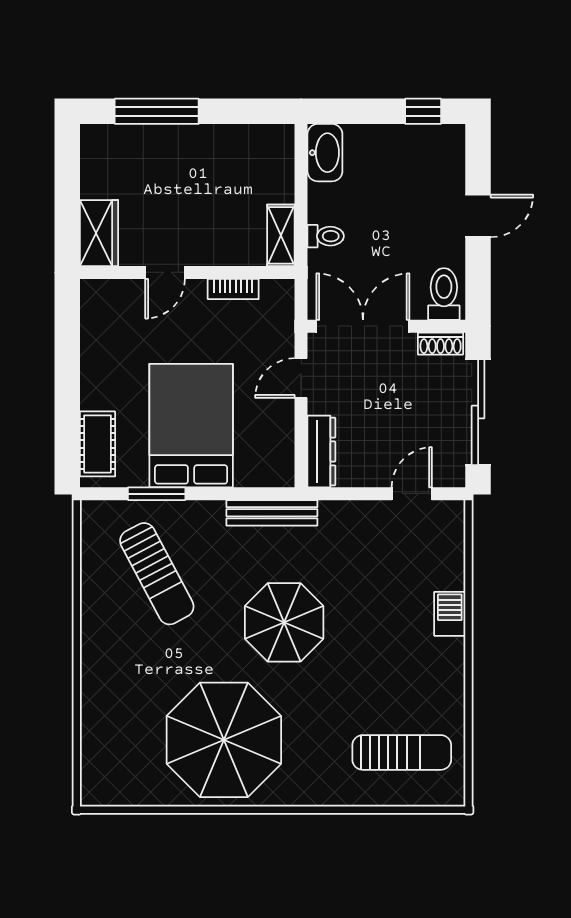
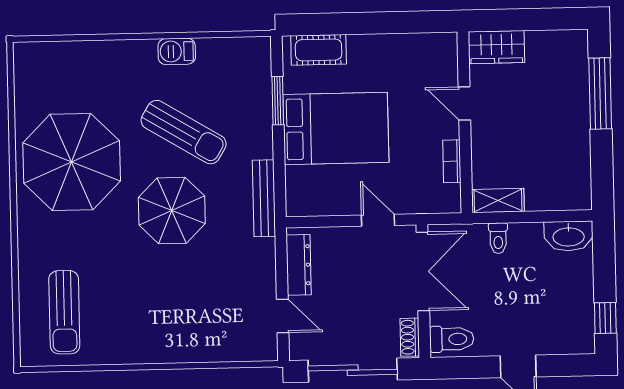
dresser: (321, 452) -> (299, 265), moved, turned -90
sun lounger: (157, 574) -> (184, 132), moved, turned -121
barbecue: (450, 614) -> (177, 51), moved, turned 180

